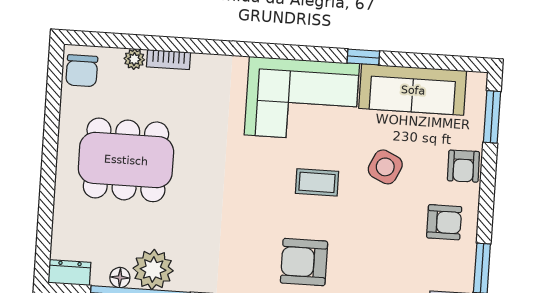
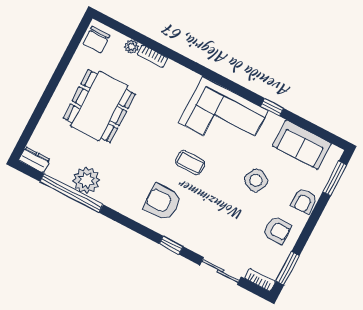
sofa: (413, 90) -> (302, 145), width x0.73
dining table: (126, 160) -> (99, 106), turned 90
coffee table: (317, 182) -> (190, 163), moved
armchair: (304, 262) -> (162, 202), moved
floor lamp: (120, 278) -> (64, 176), removed

